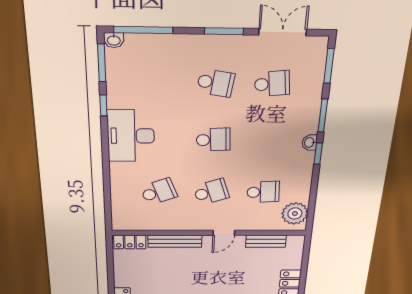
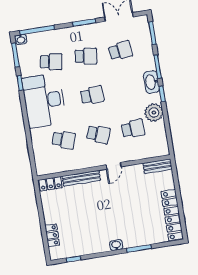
school desk: (159, 82) -> (51, 62), added
desk: (131, 136) -> (44, 100), width x1.36, depth x1.30
washbasin: (310, 142) -> (151, 82), width x1.91, depth x1.45
school desk: (159, 192) -> (64, 140), turned 39
school desk: (211, 192) -> (98, 134), turned 39
plant: (295, 213) -> (154, 113), moved
bench: (266, 241) -> (158, 166), moved

